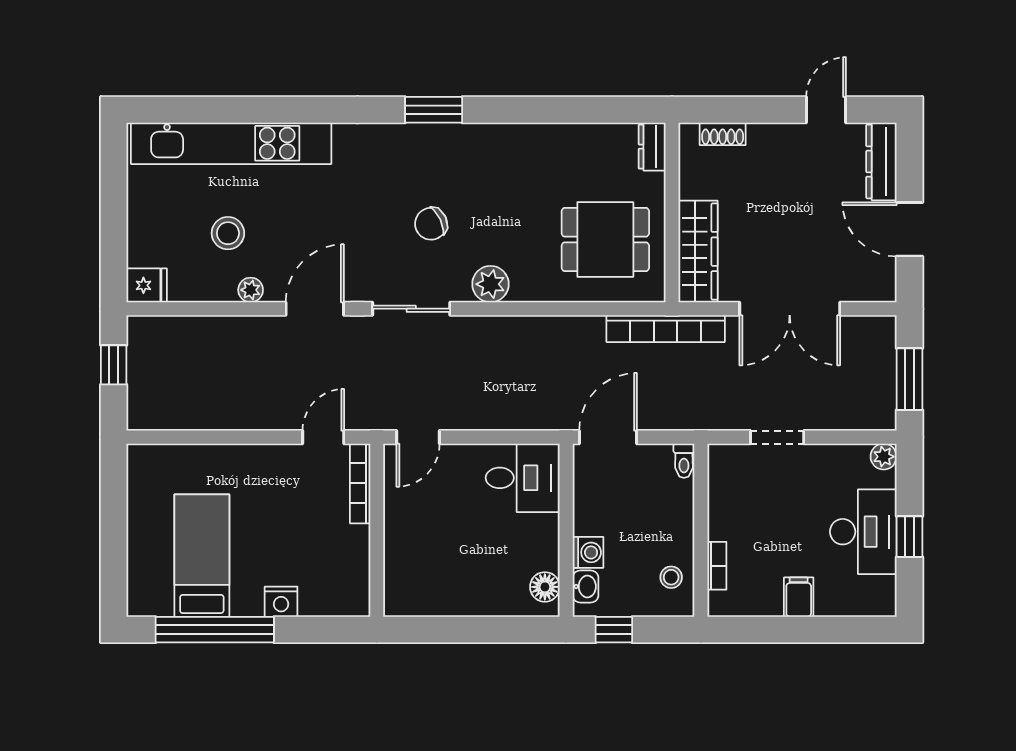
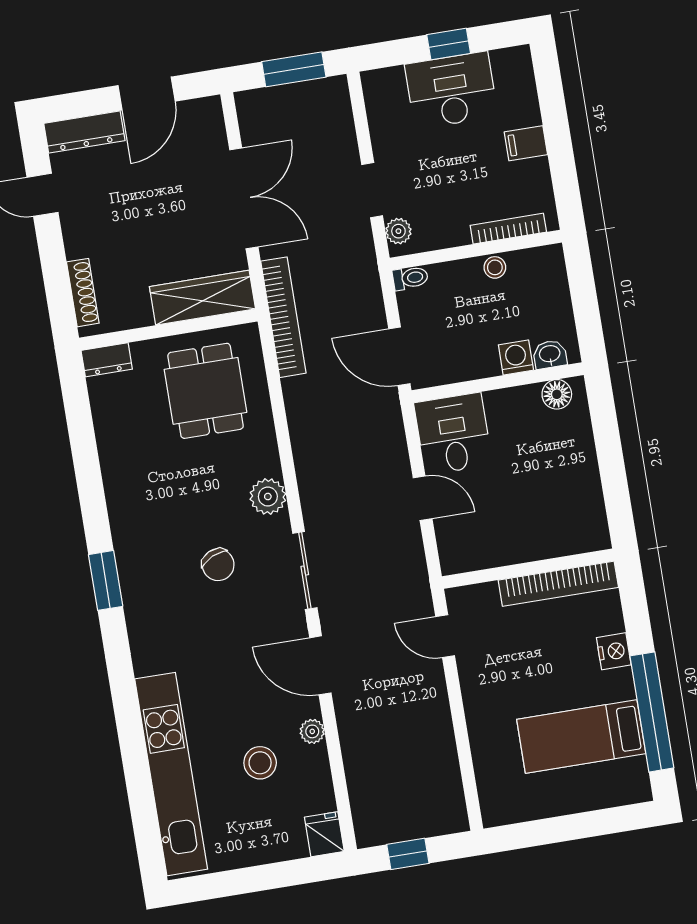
shoe rack: (723, 134) -> (83, 293), width x1.43
door: (418, 437) -> (423, 498), moved
plant: (884, 457) -> (398, 231), moved
bookcase: (360, 483) -> (558, 584), moved, width x1.48, depth x1.31
bookcase: (717, 566) -> (508, 229), width x1.56
stool: (671, 577) -> (495, 267), moved
window: (614, 630) -> (588, 320), removed

